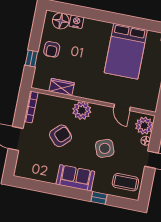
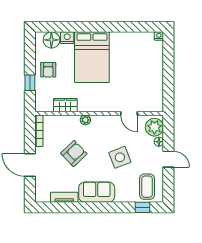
bed: (126, 51) -> (92, 57), moved
plant: (82, 110) -> (85, 120), width x0.53, depth x0.53
tv unit: (43, 177) -> (64, 197), added
coffee table: (125, 182) -> (147, 187), turned 90
window: (99, 198) -> (143, 207), moved

